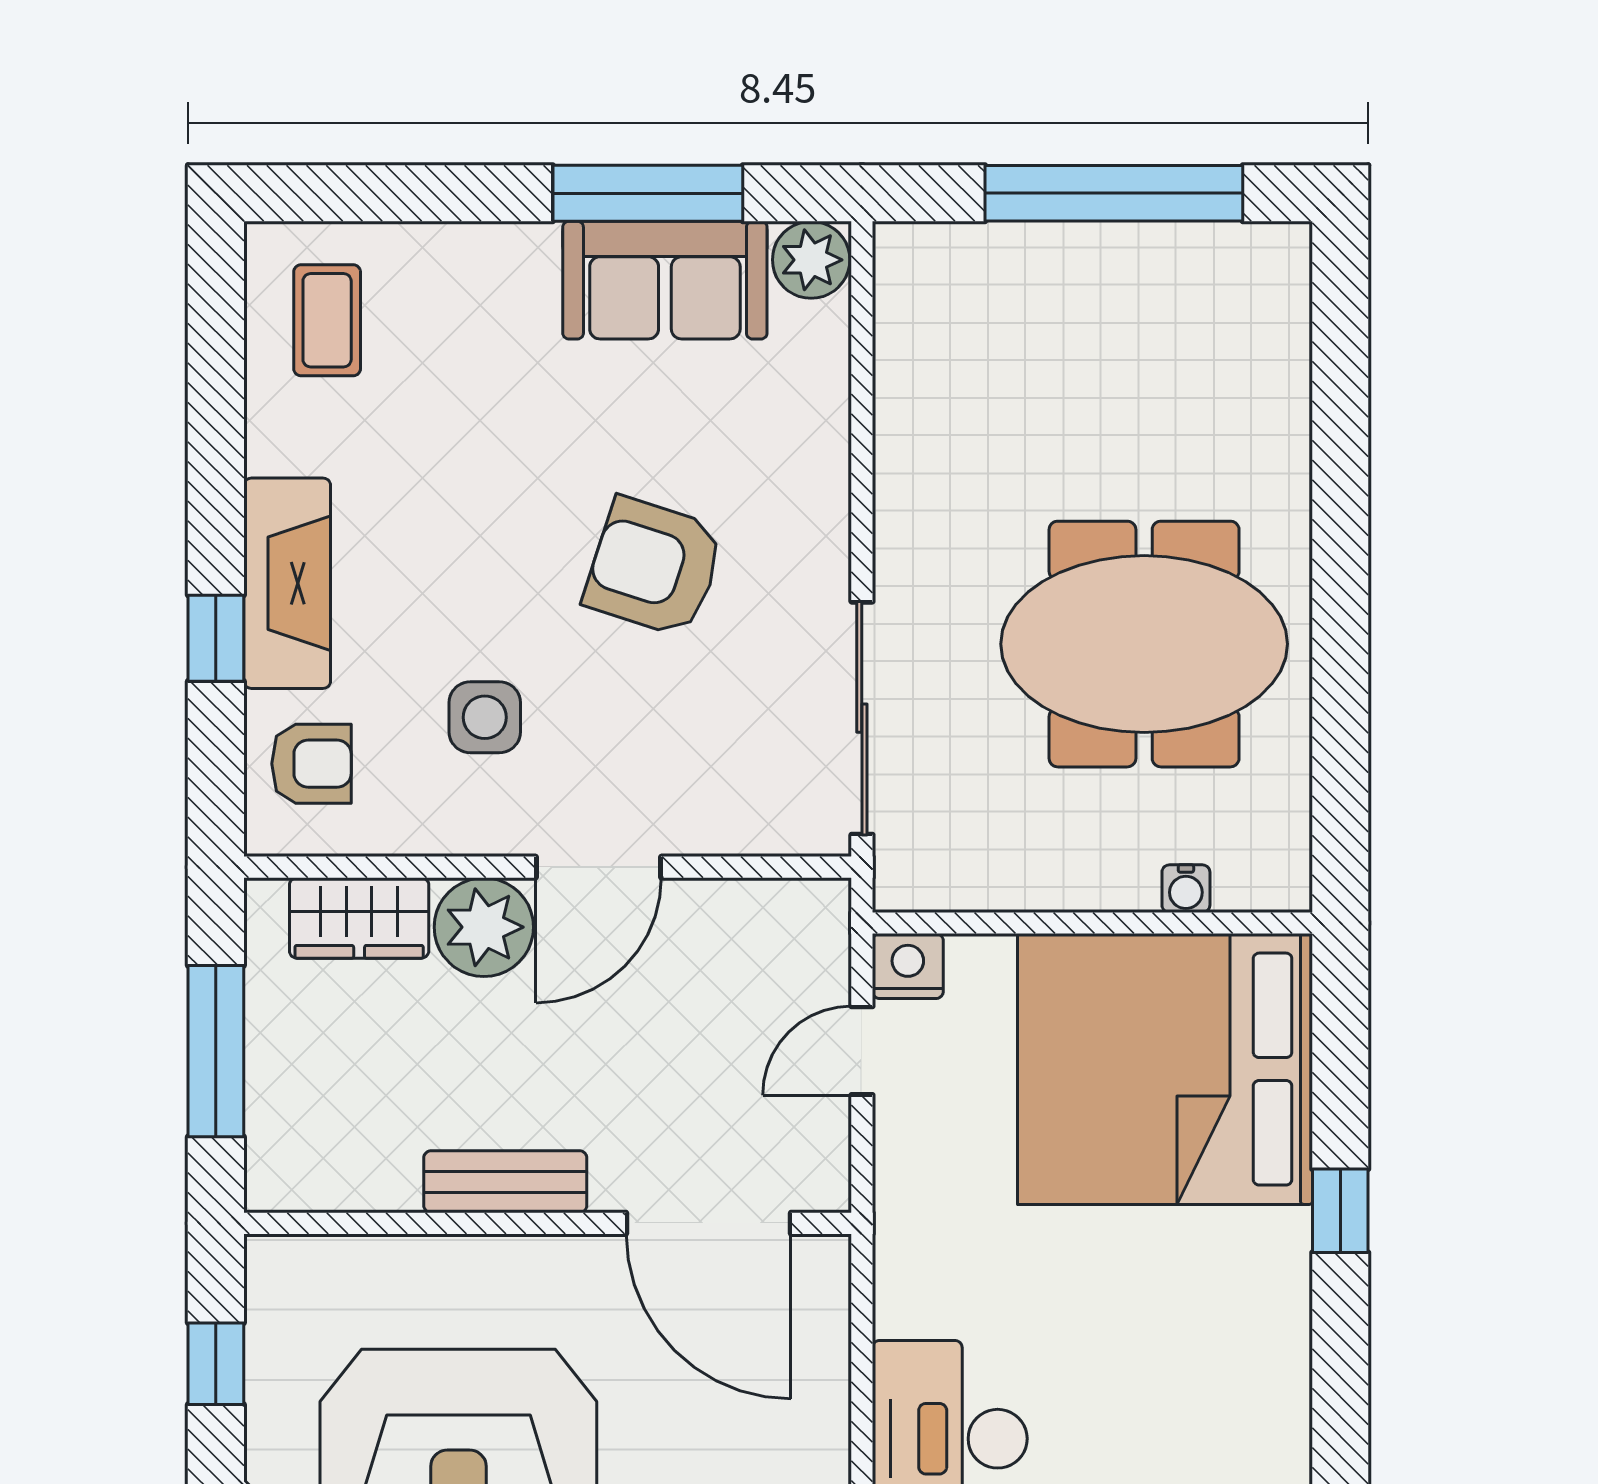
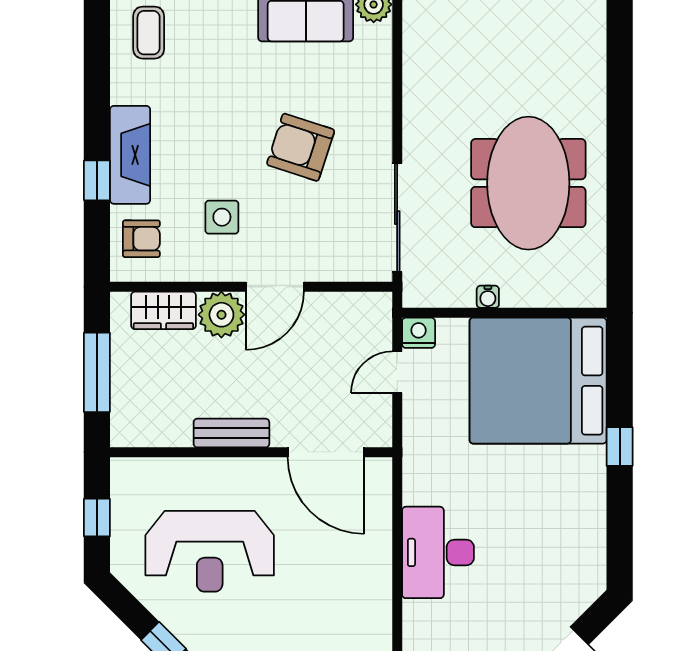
meeting table: (1144, 644) -> (528, 183), turned 90
water cooler: (1186, 889) -> (488, 297), moved

